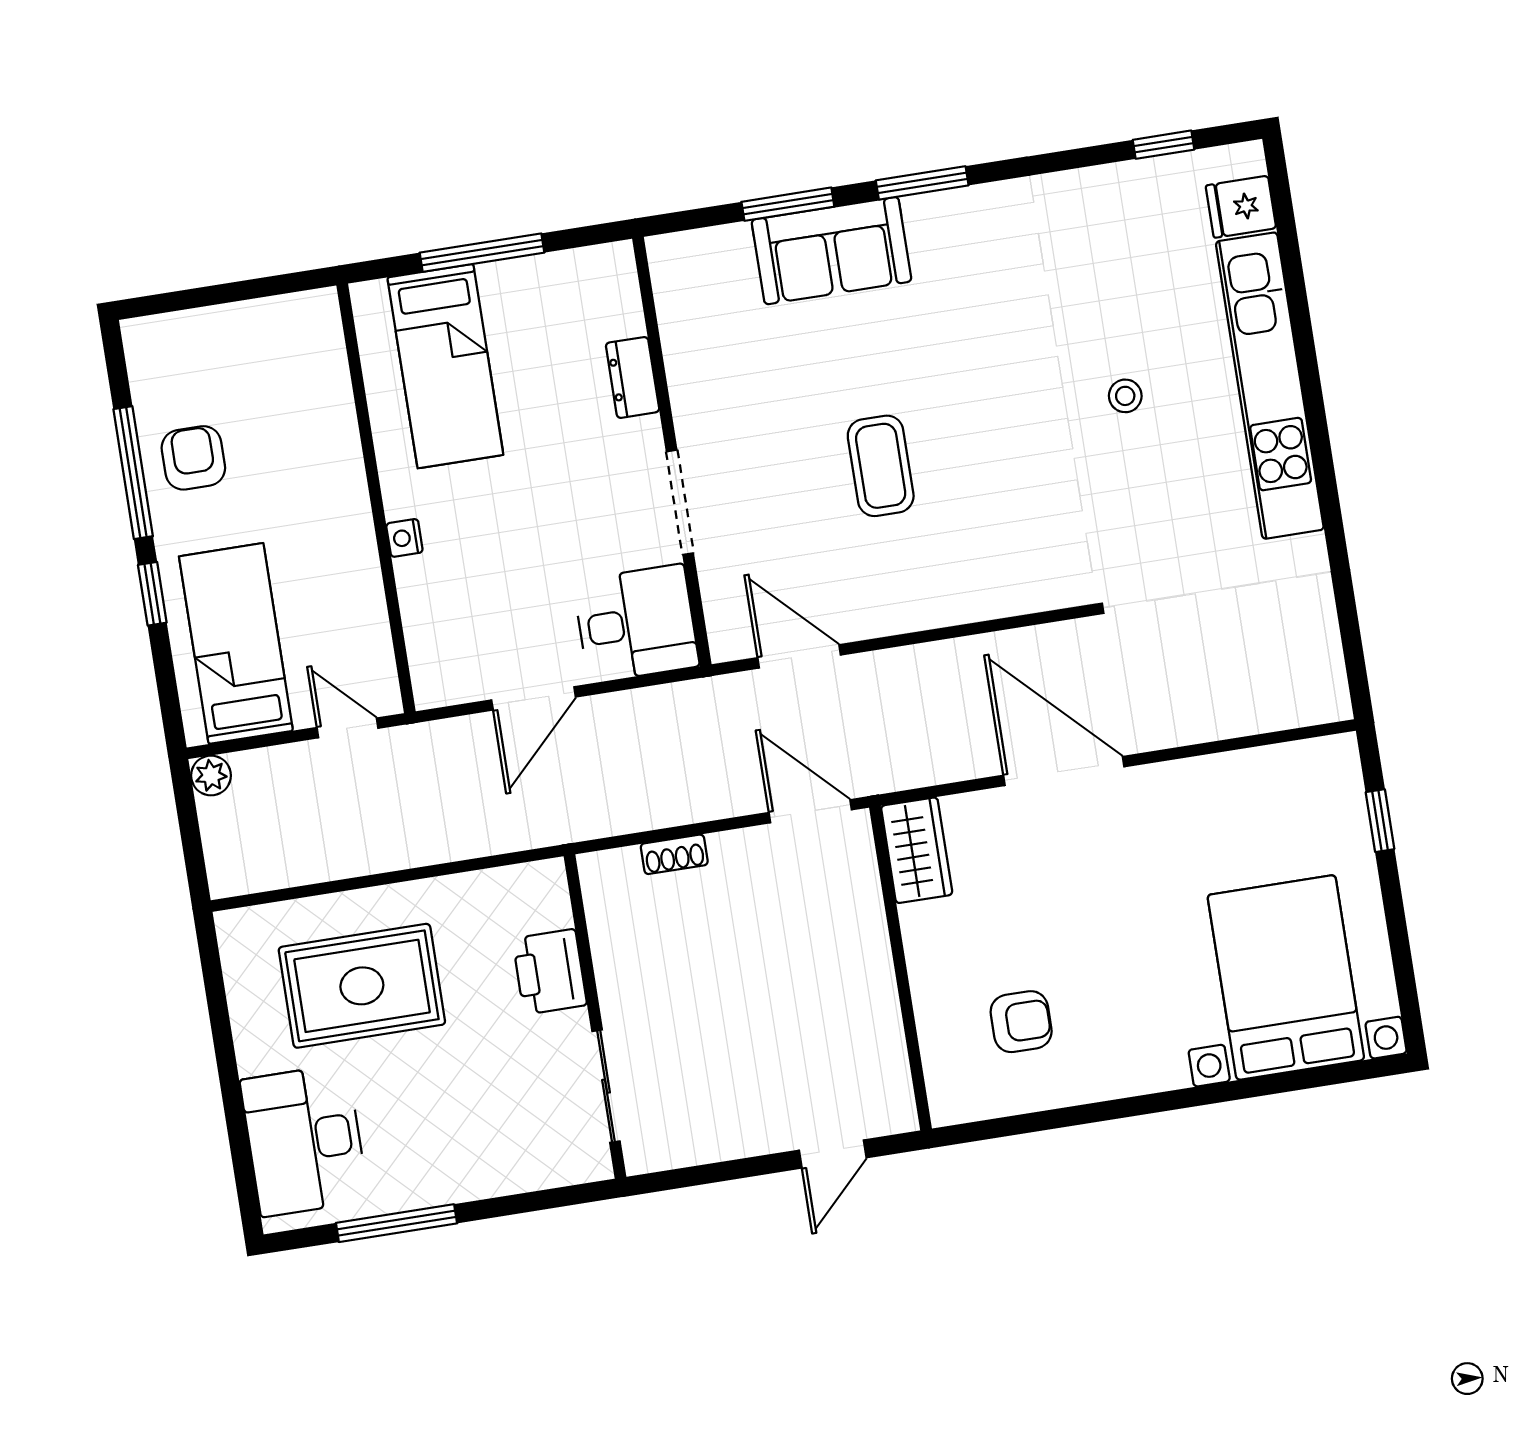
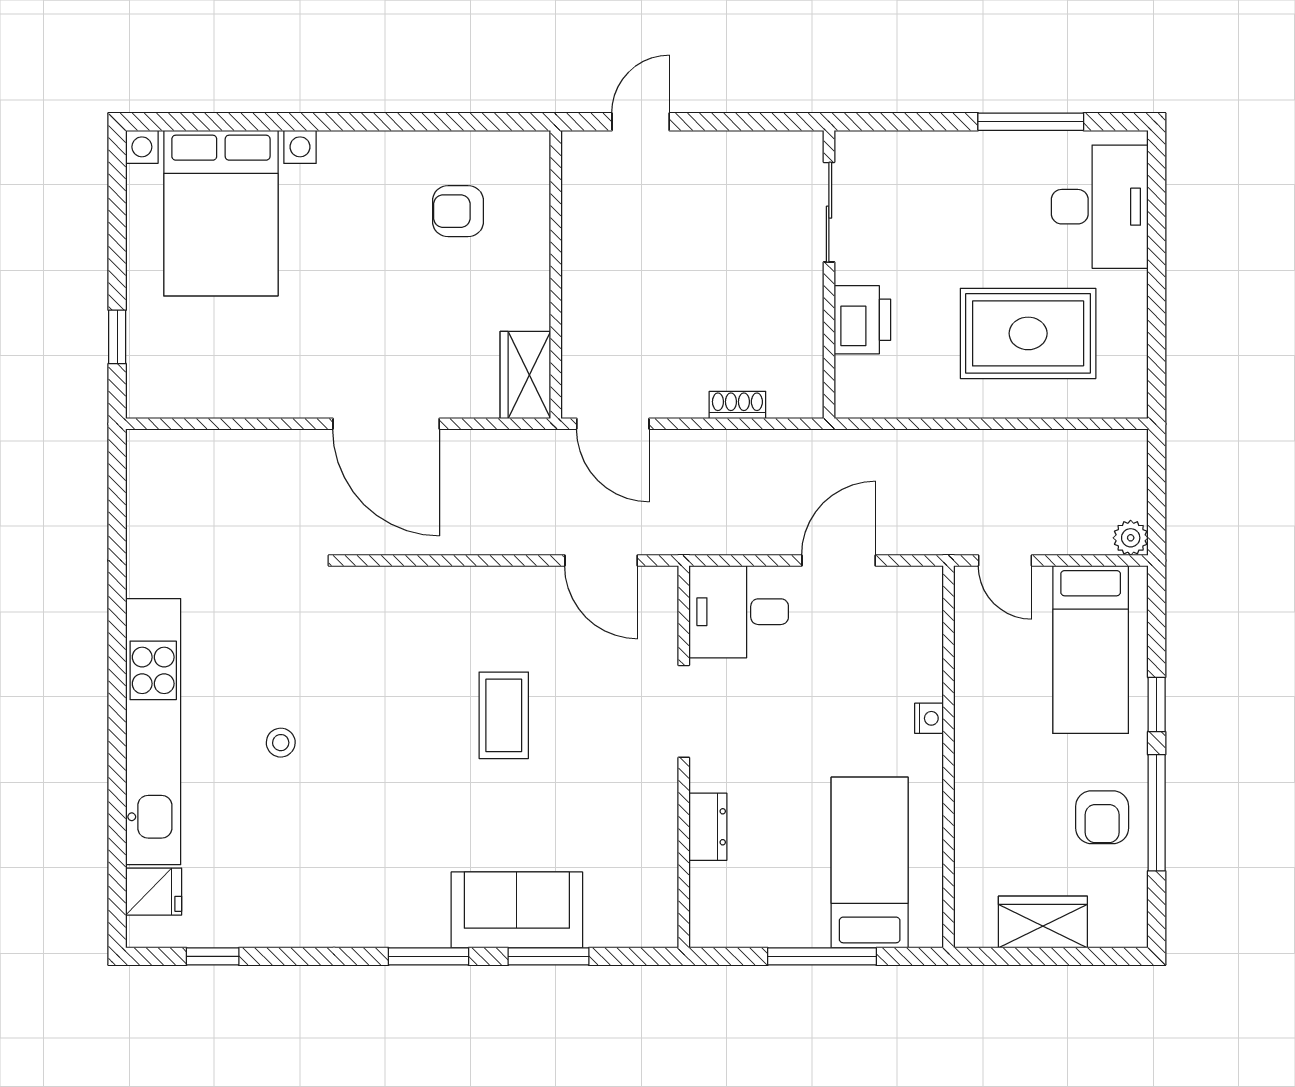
wardrobe: (241, 330) -> (1043, 922), added

